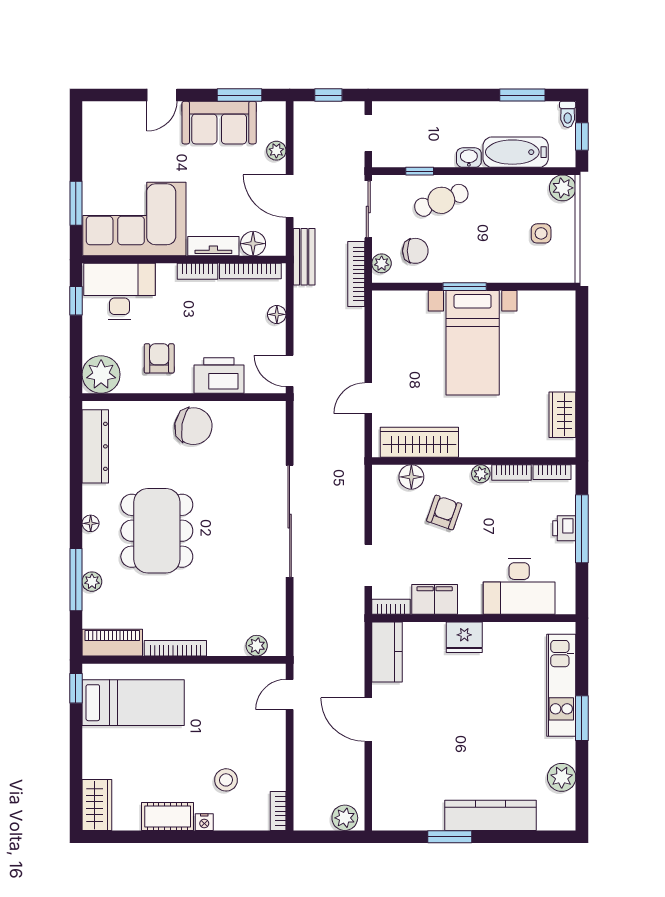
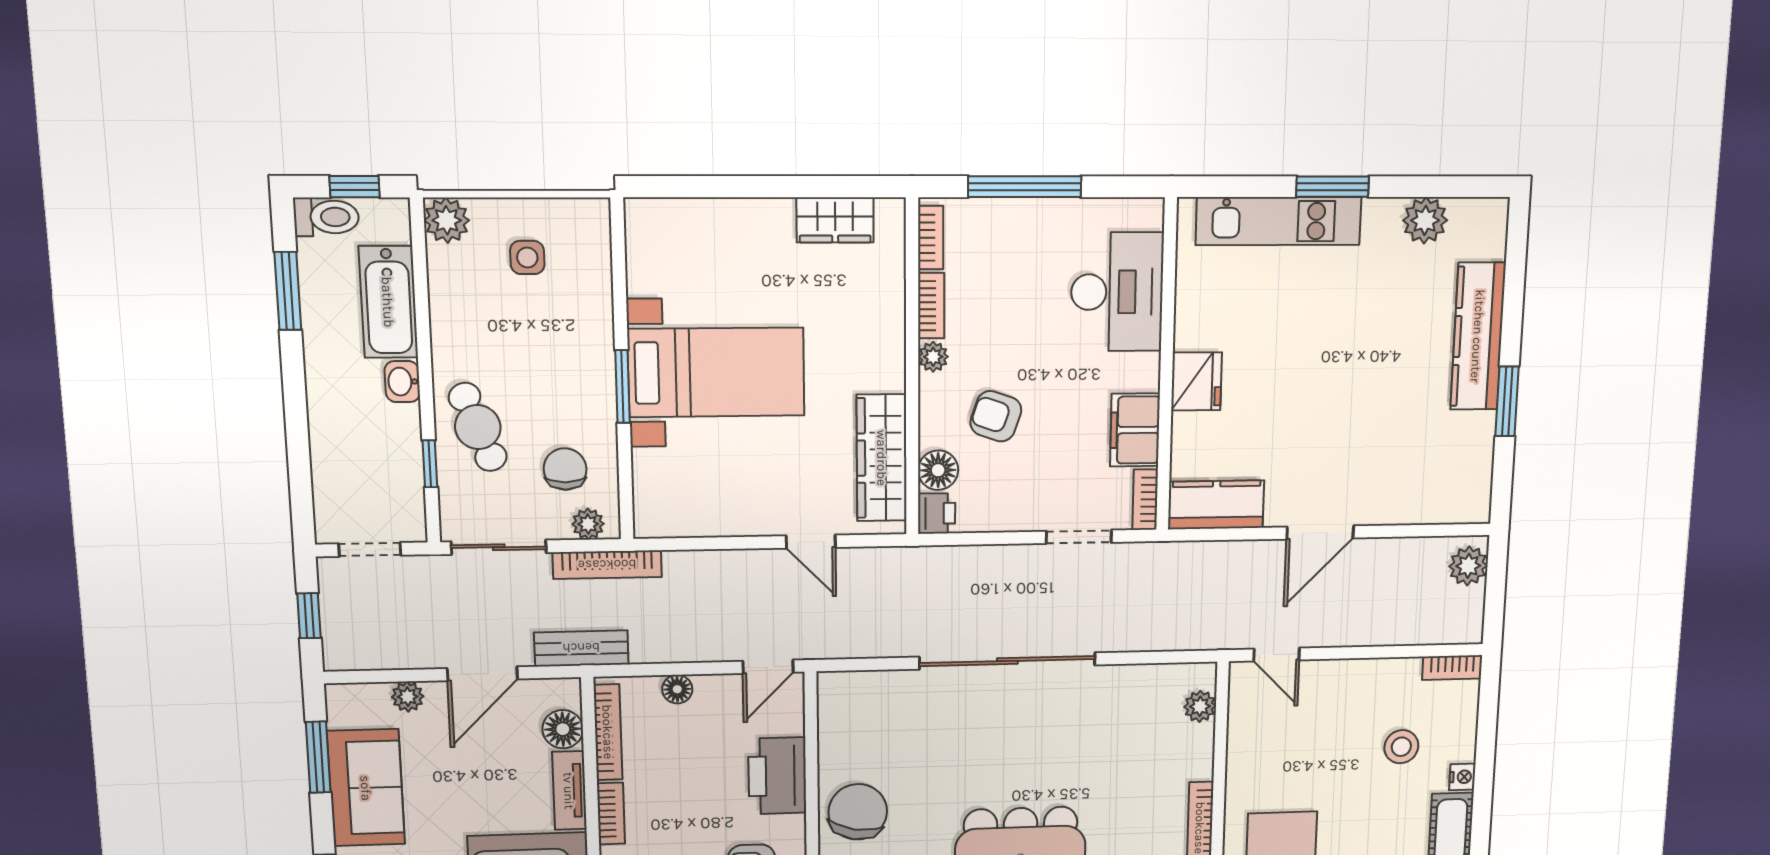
toilet: (568, 114) -> (326, 217), width x1.37, depth x1.39
printer: (564, 528) -> (937, 513), moved, turned -90

